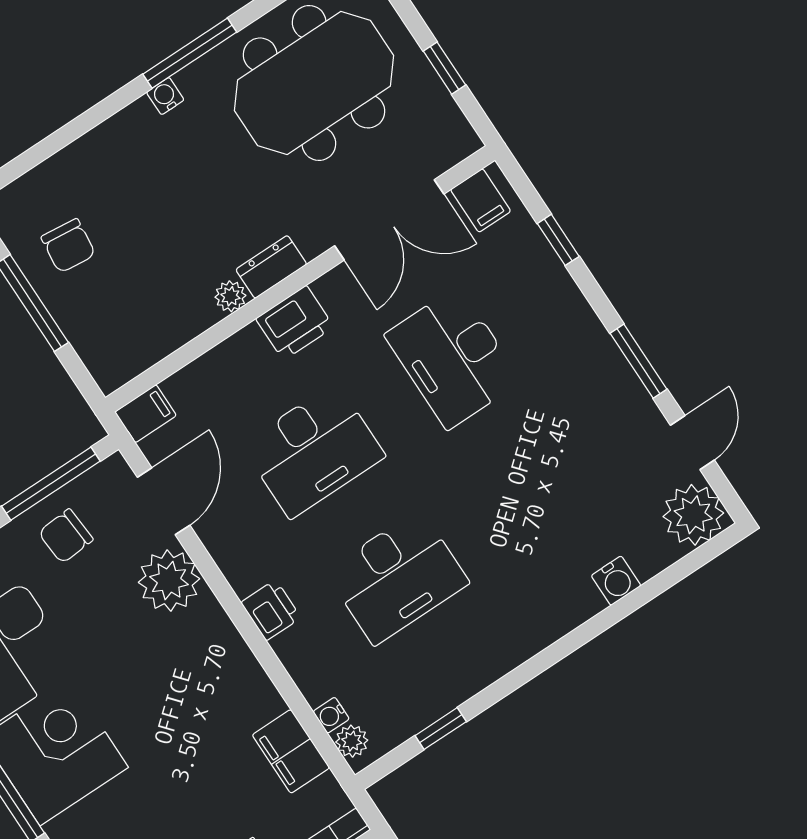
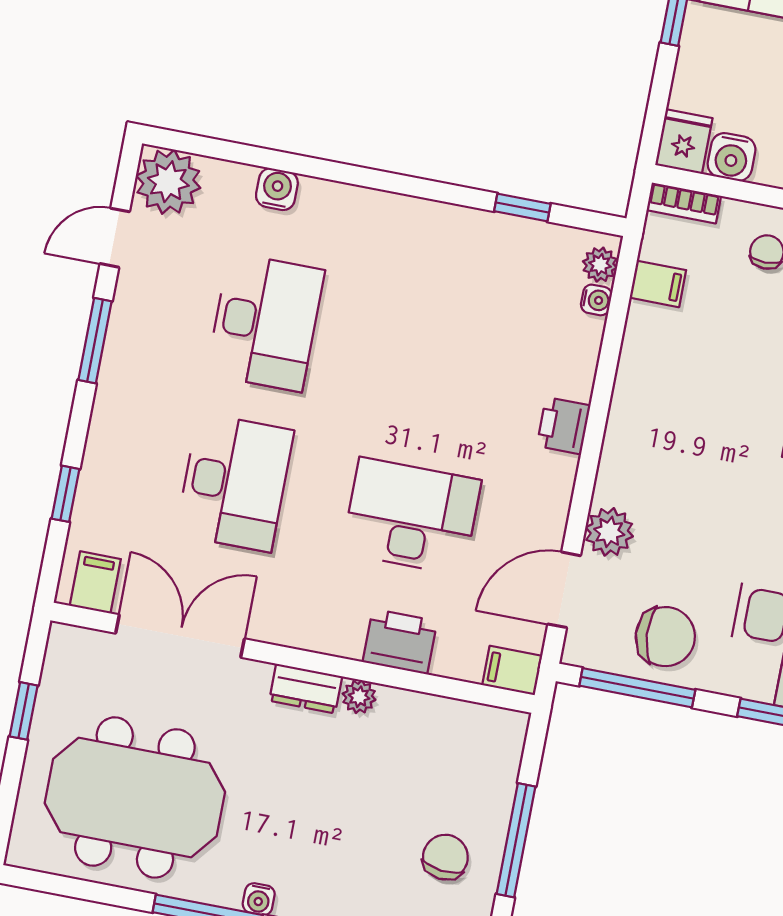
printer: (295, 323) -> (400, 642), moved
chair: (66, 536) -> (665, 637), width x1.37, depth x1.37
desk: (397, 577) -> (266, 322), moved, turned 90
plant: (169, 581) -> (609, 532), width x0.73, depth x0.73
filing cabinet: (291, 751) -> (658, 284), width x0.50

